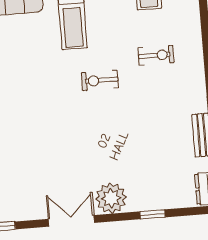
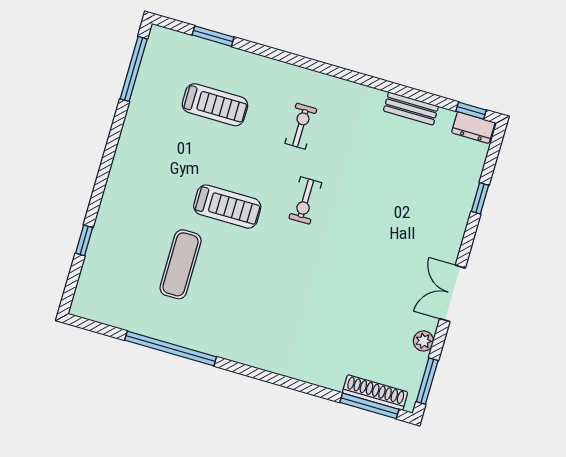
plant: (111, 198) -> (423, 341), moved, width x0.53, depth x0.53

